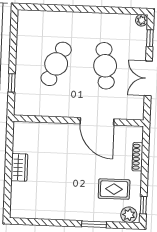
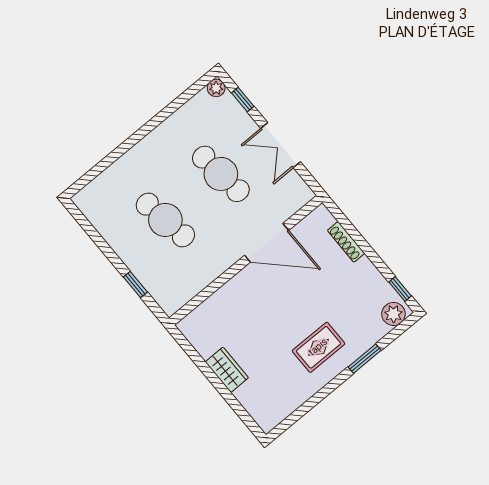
cafe table: (56, 64) -> (165, 220), turned -33
rug: (114, 189) -> (318, 347), moved

